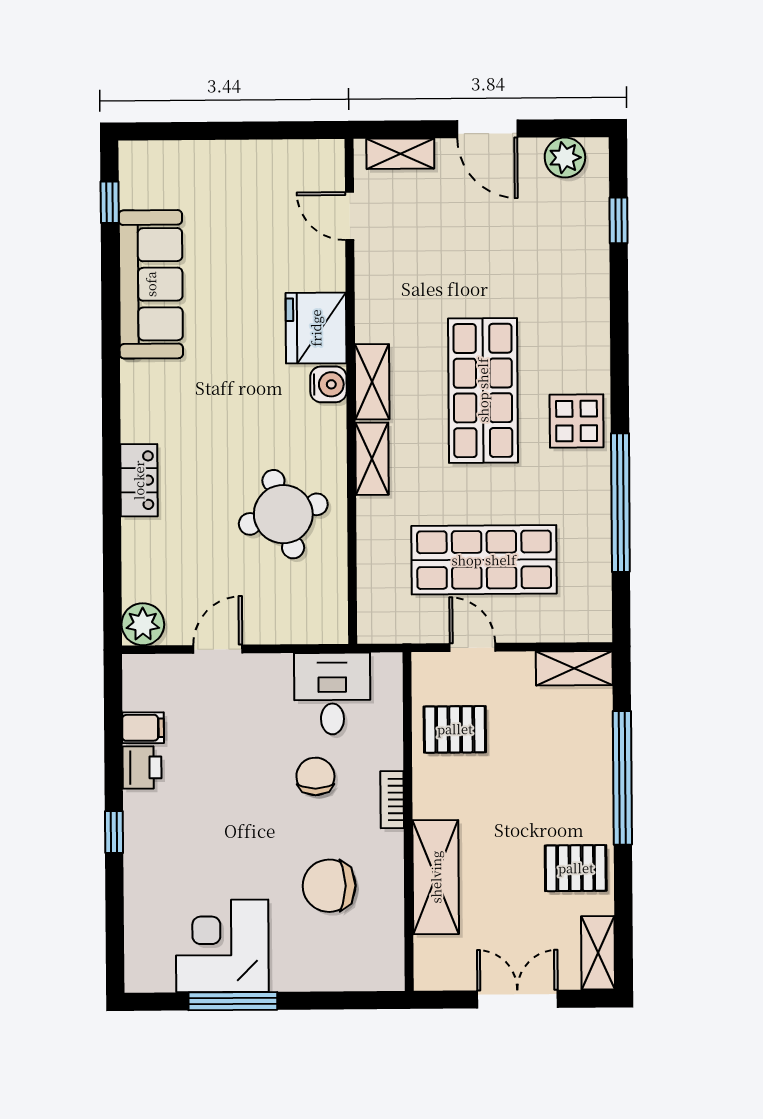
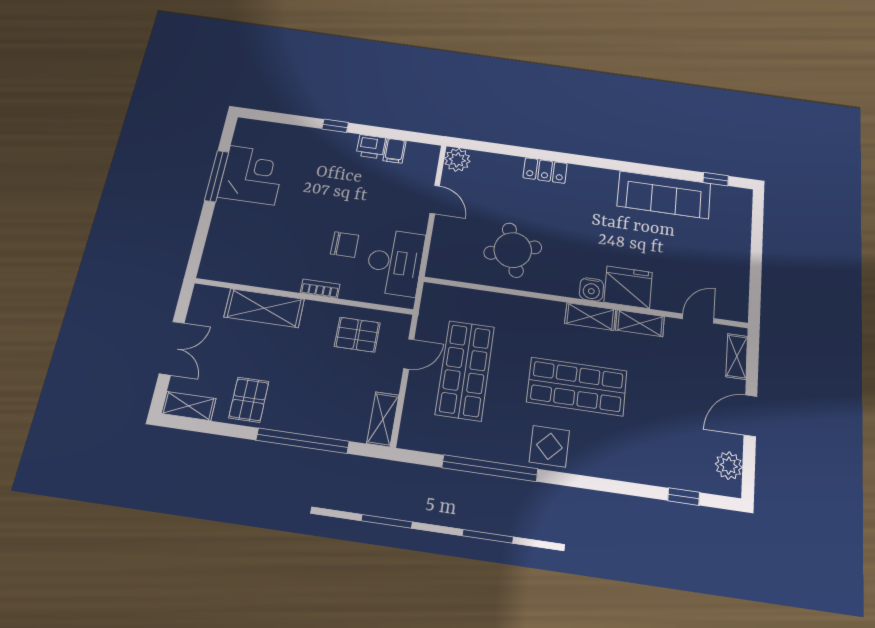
shelving: (372, 459) -> (640, 323), moved
desk: (332, 694) -> (395, 262), width x1.37
pallet: (455, 729) -> (357, 335), turned 90
chair: (329, 886) -> (274, 242), removed

